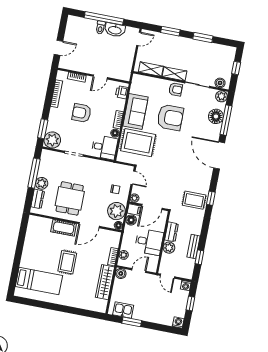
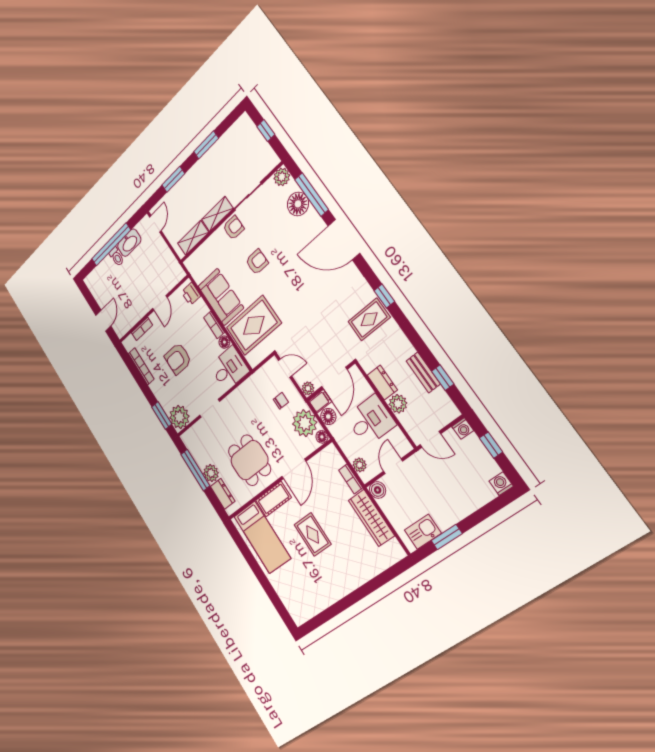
boiler: (220, 83) -> (267, 166), removed
armchair: (170, 117) -> (257, 262), width x0.53, depth x0.53
bed: (39, 281) -> (262, 537), moved, turned 90

